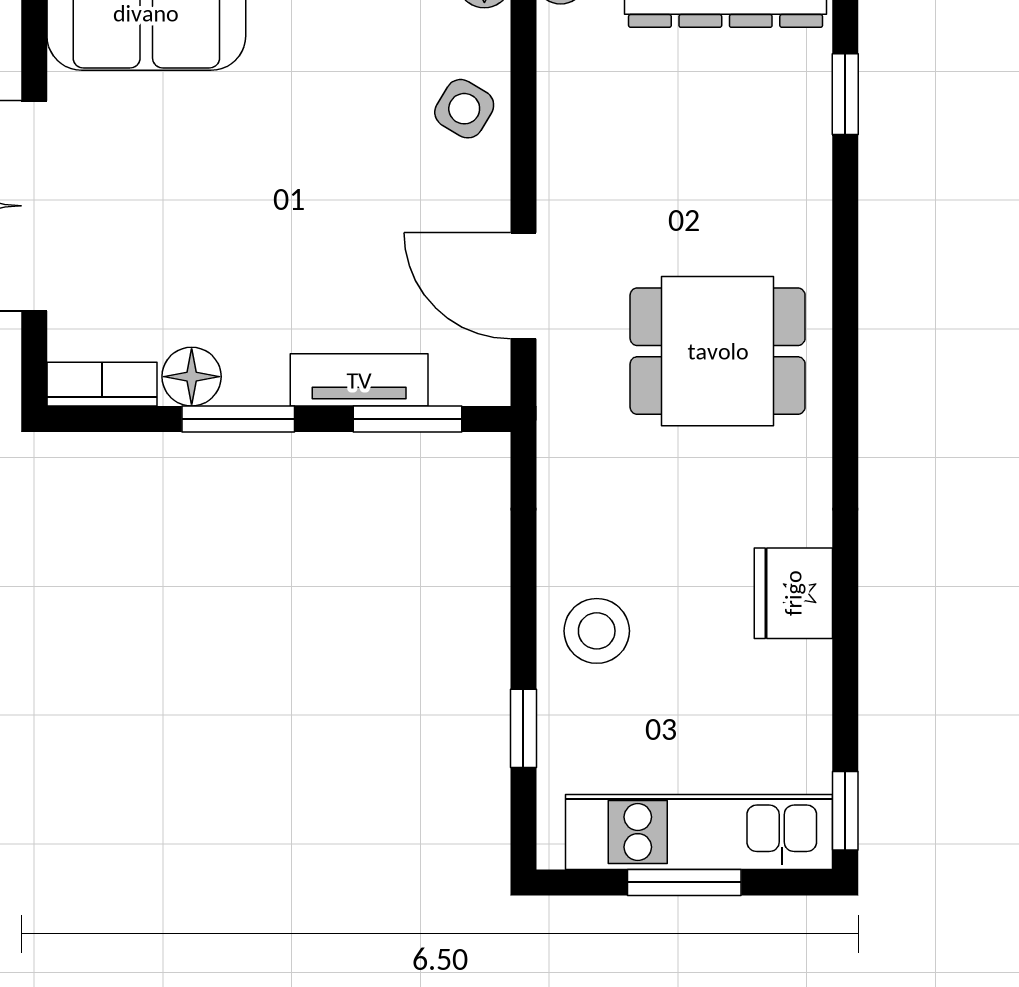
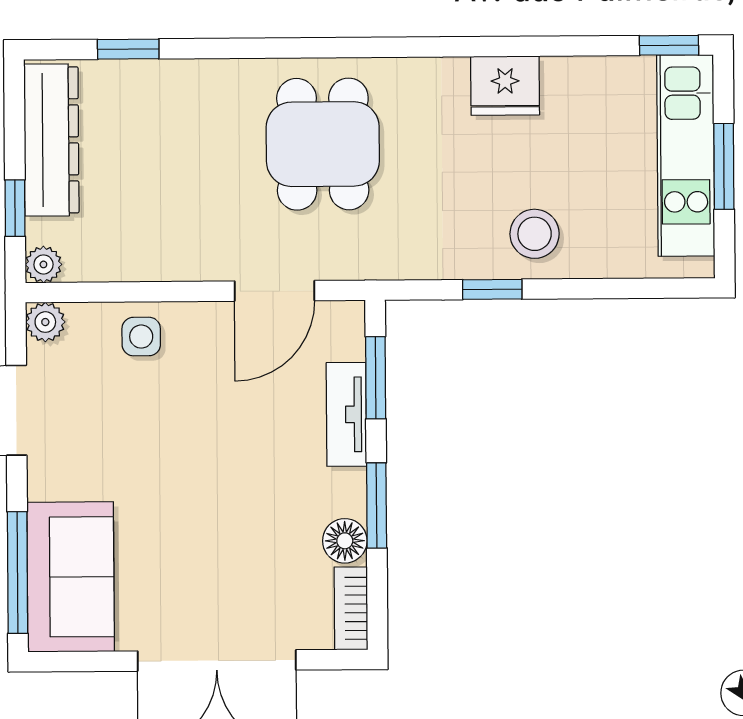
side table: (464, 109) -> (141, 337), turned -31
window: (523, 728) -> (492, 289), moved

